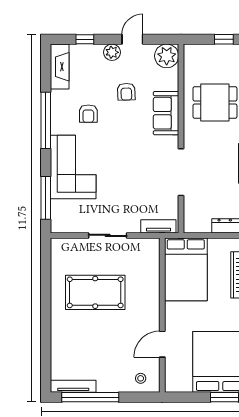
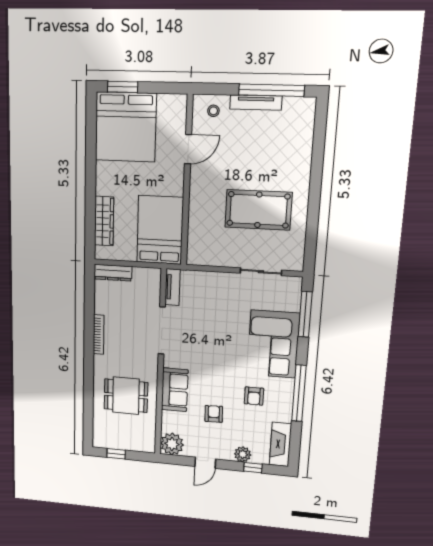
plant: (112, 52) -> (243, 454), moved
armchair: (88, 114) -> (254, 396), turned 180
tv unit: (158, 226) -> (173, 287), moved, turned -90
sliding door: (108, 235) -> (261, 272), moved
tv unit: (73, 386) -> (256, 103), moved

